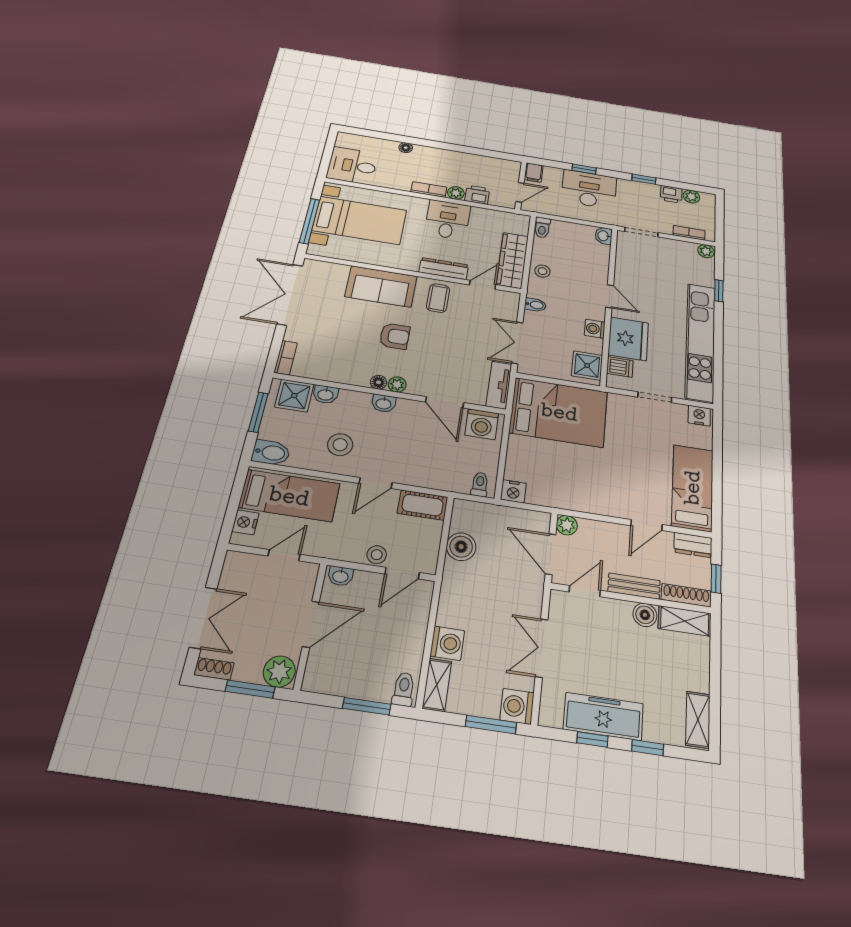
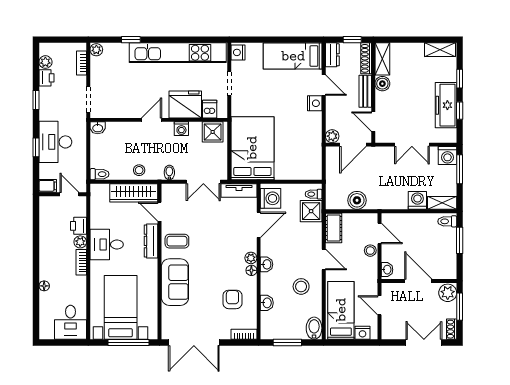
armchair: (395, 336) -> (232, 299), moved
shower: (294, 396) -> (311, 211), moved
nightstand: (513, 491) -> (315, 103), moved

